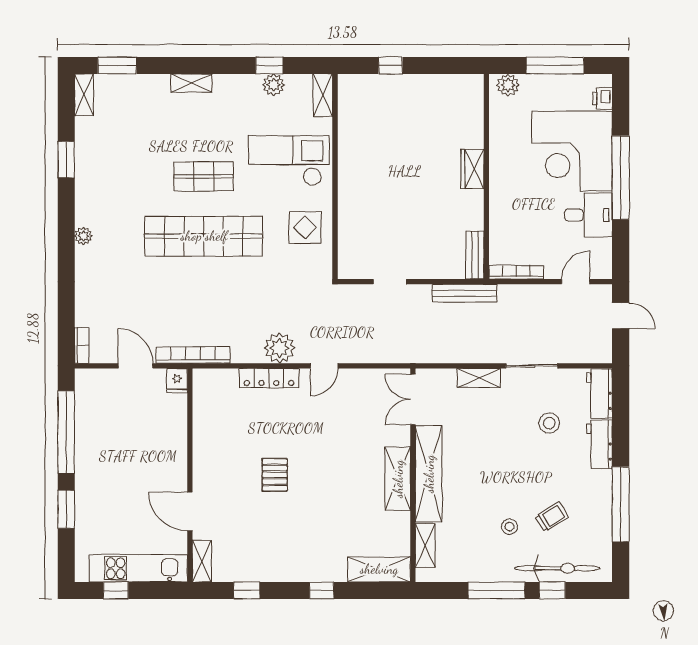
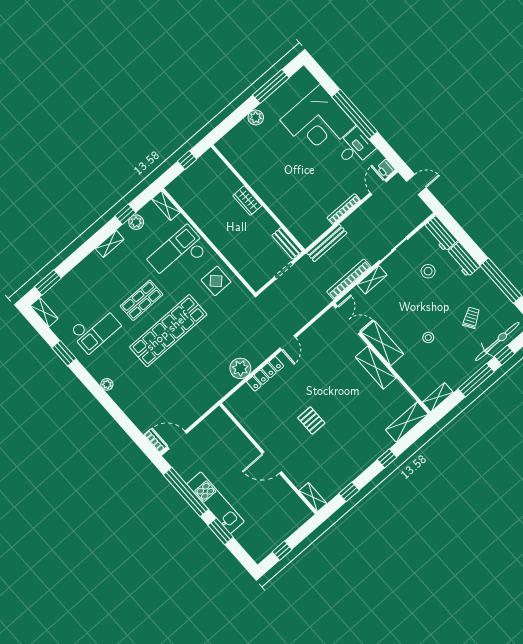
shelving: (191, 83) -> (110, 244), moved
printer: (602, 99) -> (386, 169), moved
checkout: (124, 163) -> (95, 329), added
wardrobe: (472, 169) -> (247, 201), moved
wall: (486, 177) -> (258, 198), moved
bench: (475, 255) -> (287, 243), moved
plant: (279, 348) -> (240, 368), moved
bookcase: (193, 355) -> (349, 279), moved
door: (135, 366) -> (177, 440), moved
fridge: (177, 381) -> (219, 416), removed
double door: (413, 399) -> (348, 320), swing flipped
shelving: (429, 474) -> (382, 343), width x0.68
door: (190, 511) -> (272, 463), moved
stool: (510, 527) -> (428, 338), moved
shelving: (425, 546) -> (438, 397), moved, turned 90
kitchen unit: (138, 568) -> (215, 503), moved, turned 90

